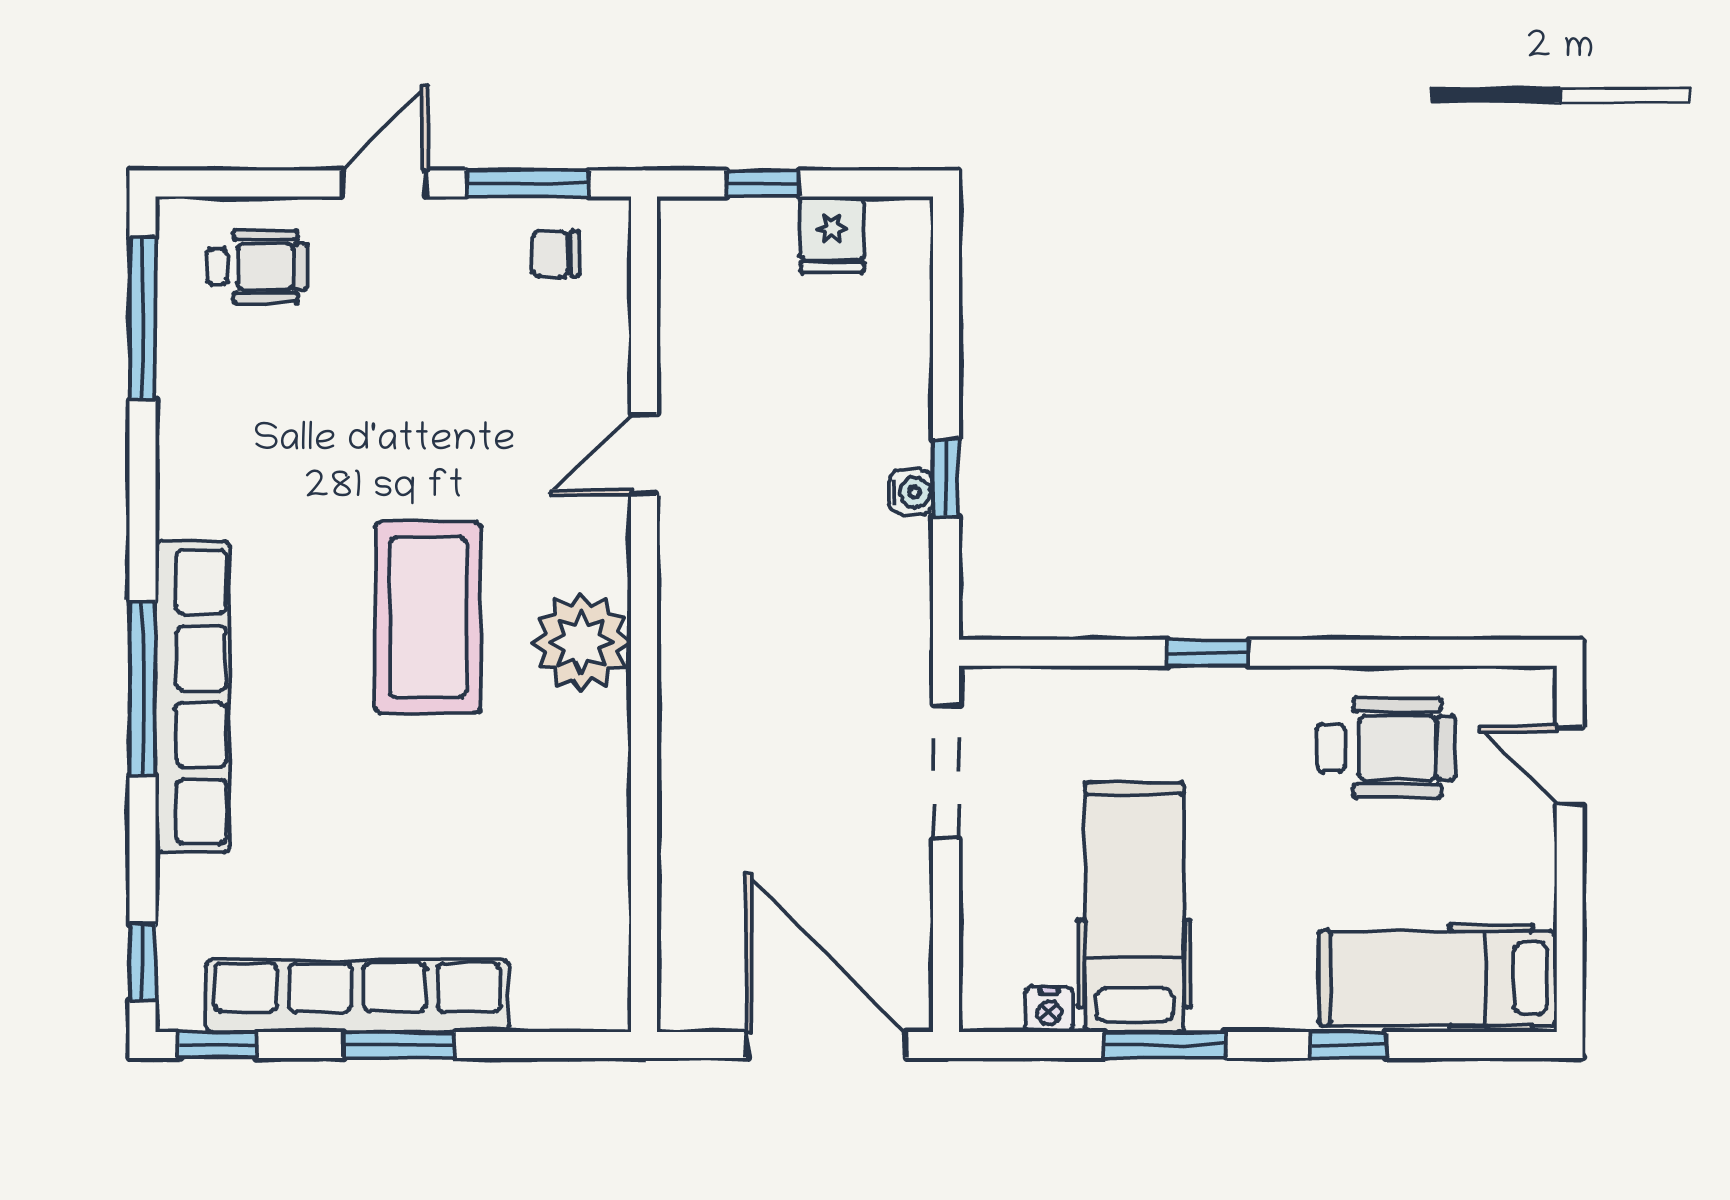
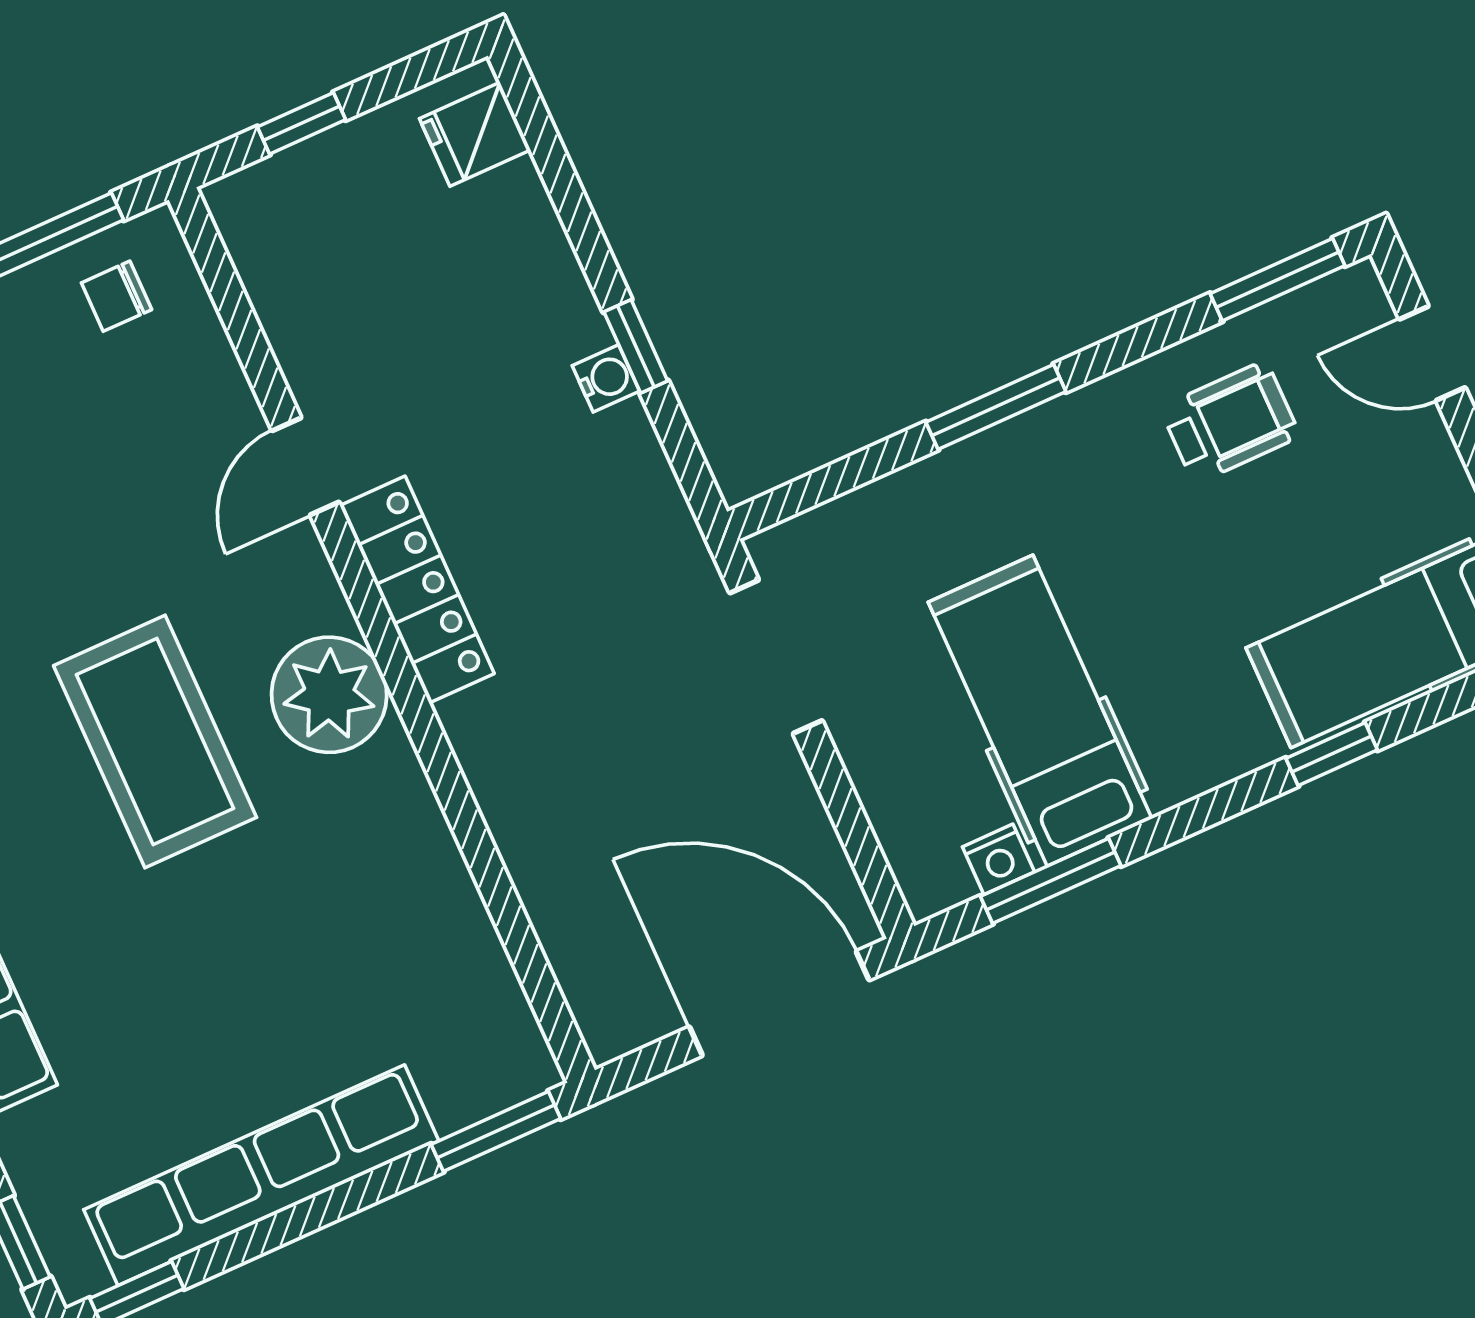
fridge: (832, 235) -> (475, 134), moved, turned 90
locker: (688, 591) -> (417, 590), added
window: (1208, 653) -> (996, 407), width x1.50
window: (1474, 653) -> (1277, 280), added
wheelchair: (1386, 748) -> (1230, 422), width x0.73, depth x0.73
window: (399, 1045) -> (496, 1131), moved
window: (1165, 1045) -> (1051, 881), moved

